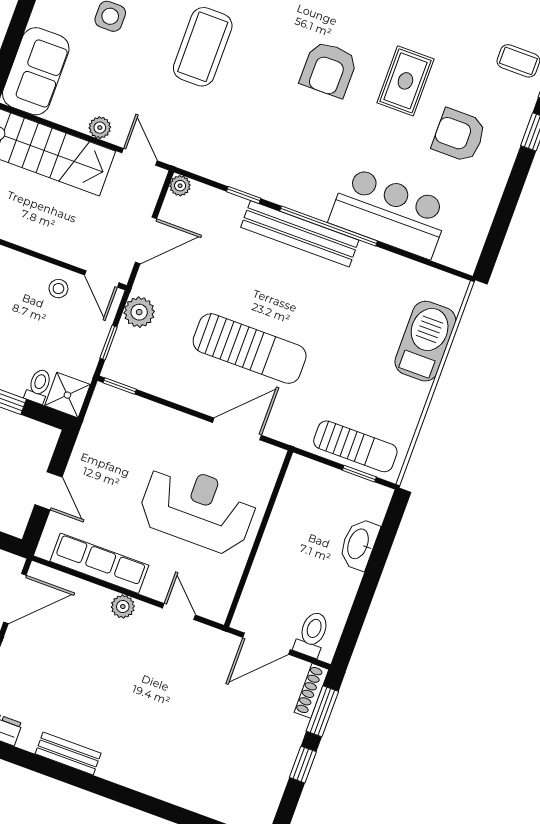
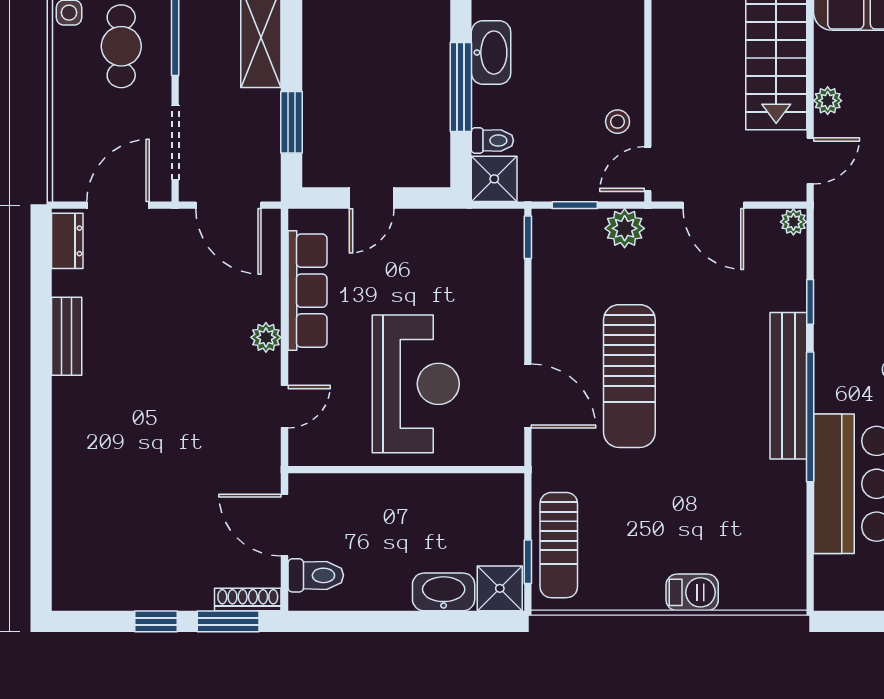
barbecue: (425, 341) -> (692, 592), width x0.53, depth x0.65
shower: (371, 502) -> (500, 588), added

